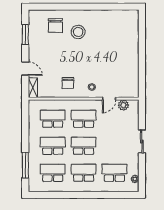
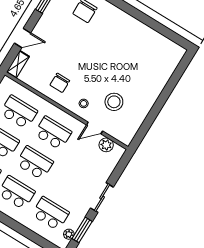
stool: (78, 32) -> (114, 102), moved
door: (25, 69) -> (22, 38), hinge flipped
window: (142, 171) -> (82, 230), added

